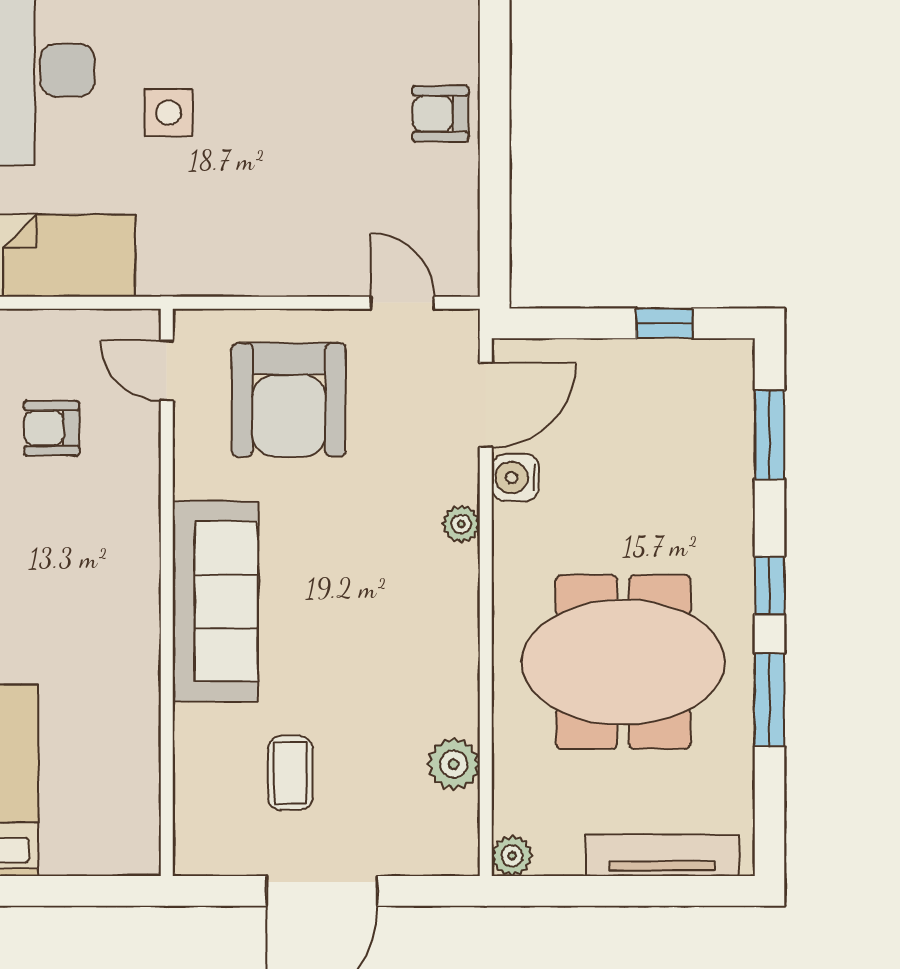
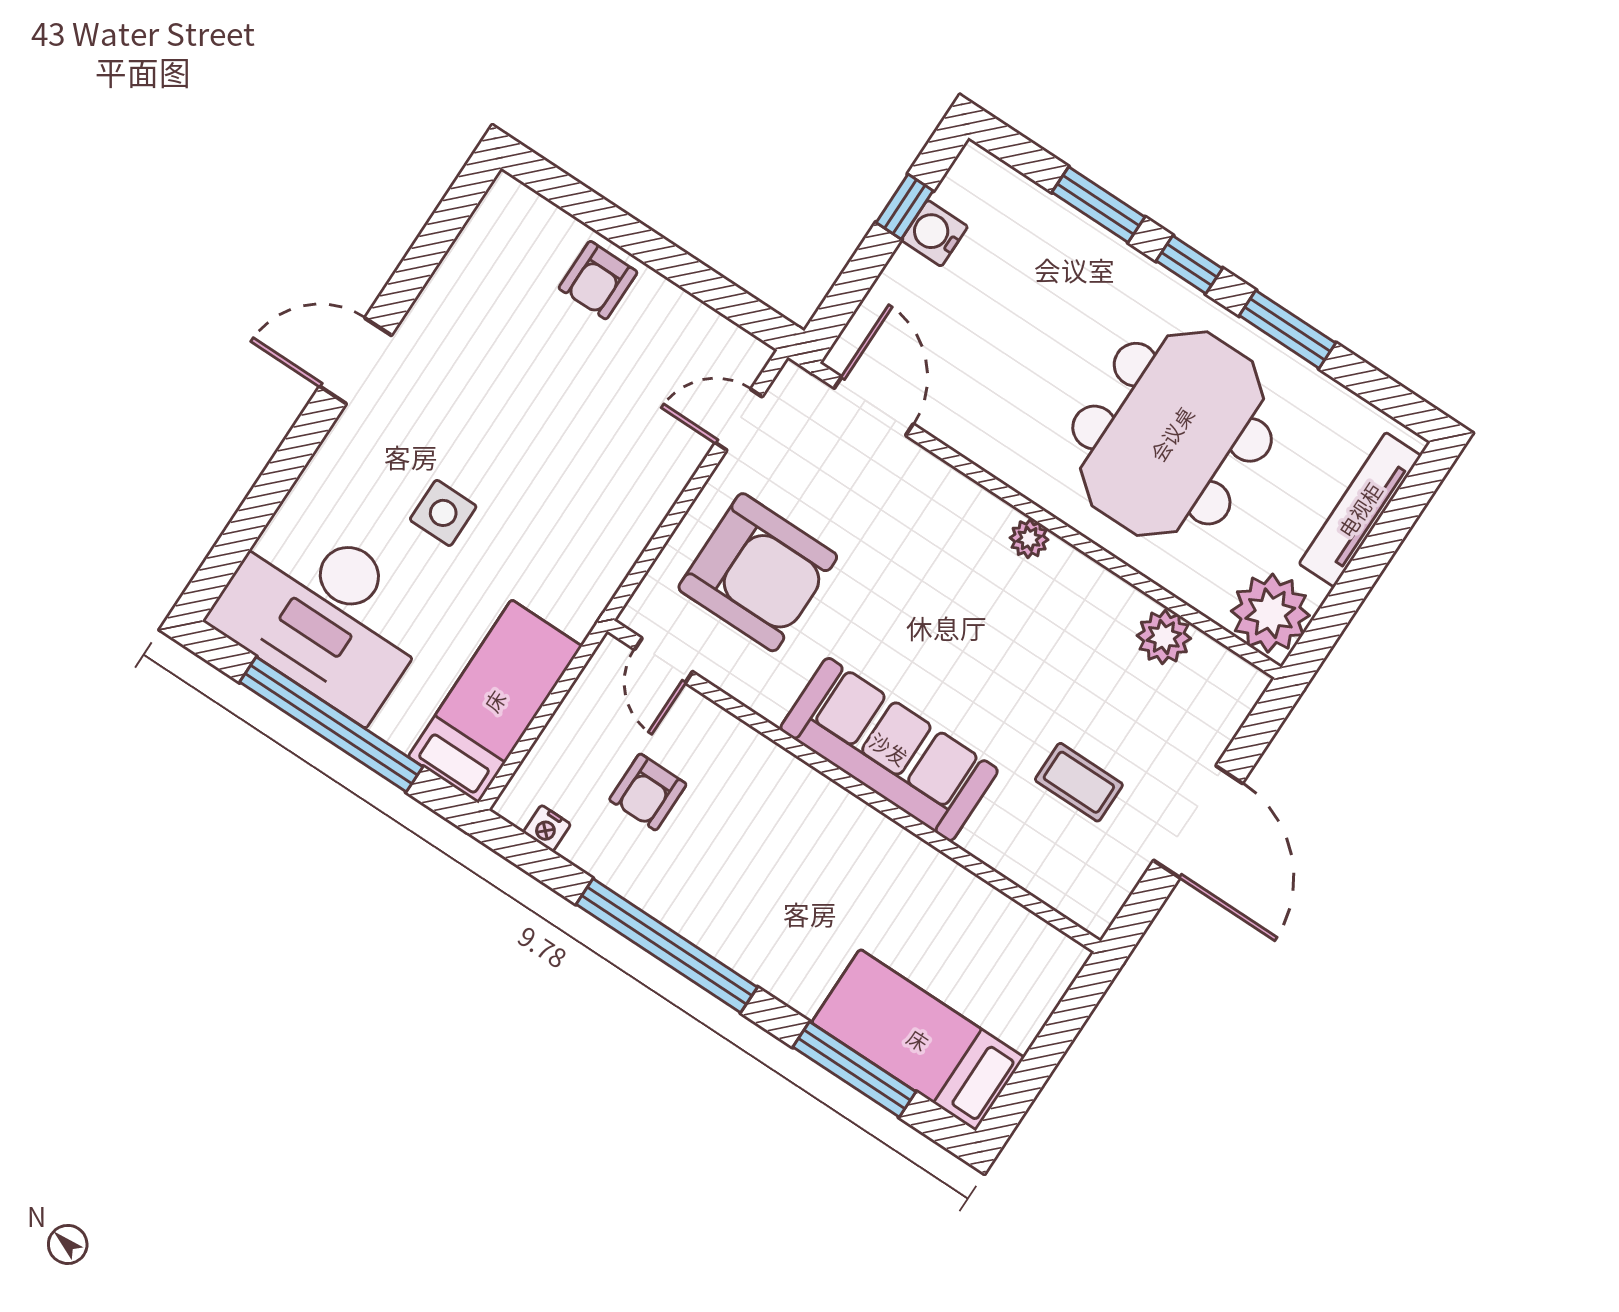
door: (167, 371) -> (664, 661), hinge flipped
window: (769, 435) -> (1098, 205), moved
water cooler: (515, 478) -> (934, 233), moved, turned 90
plant: (461, 524) -> (1029, 539), moved
plant: (512, 856) -> (1270, 613), width x1.87, depth x1.87

